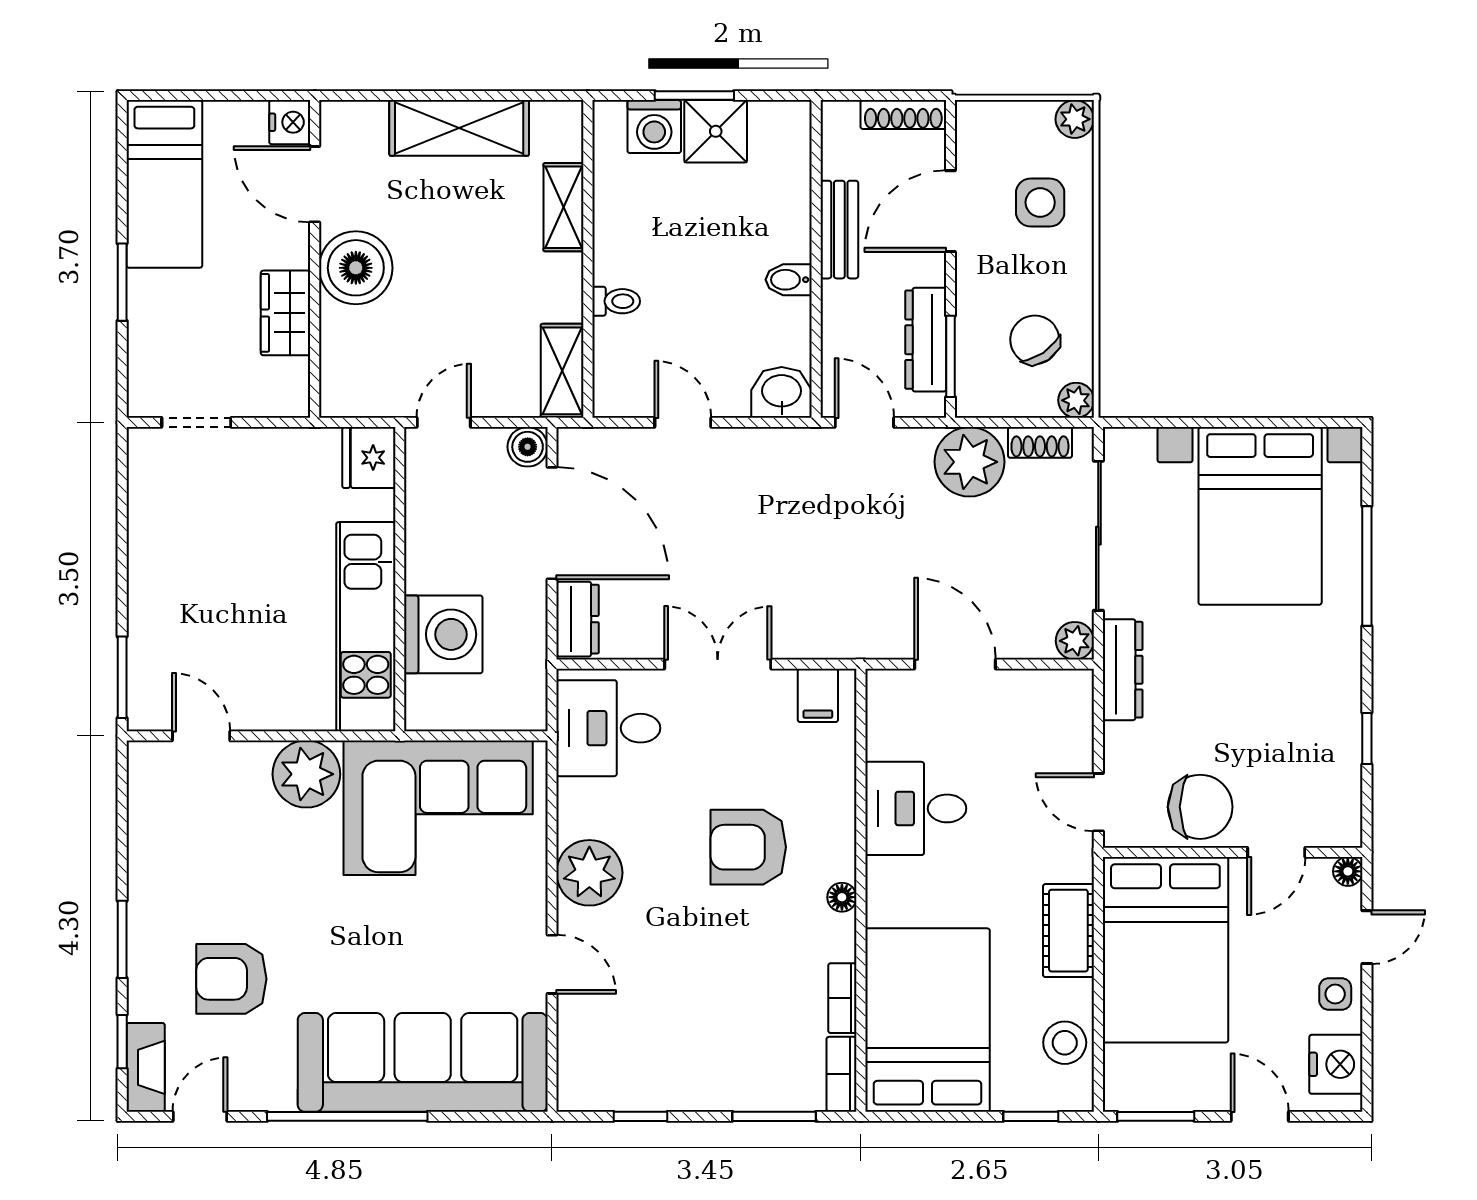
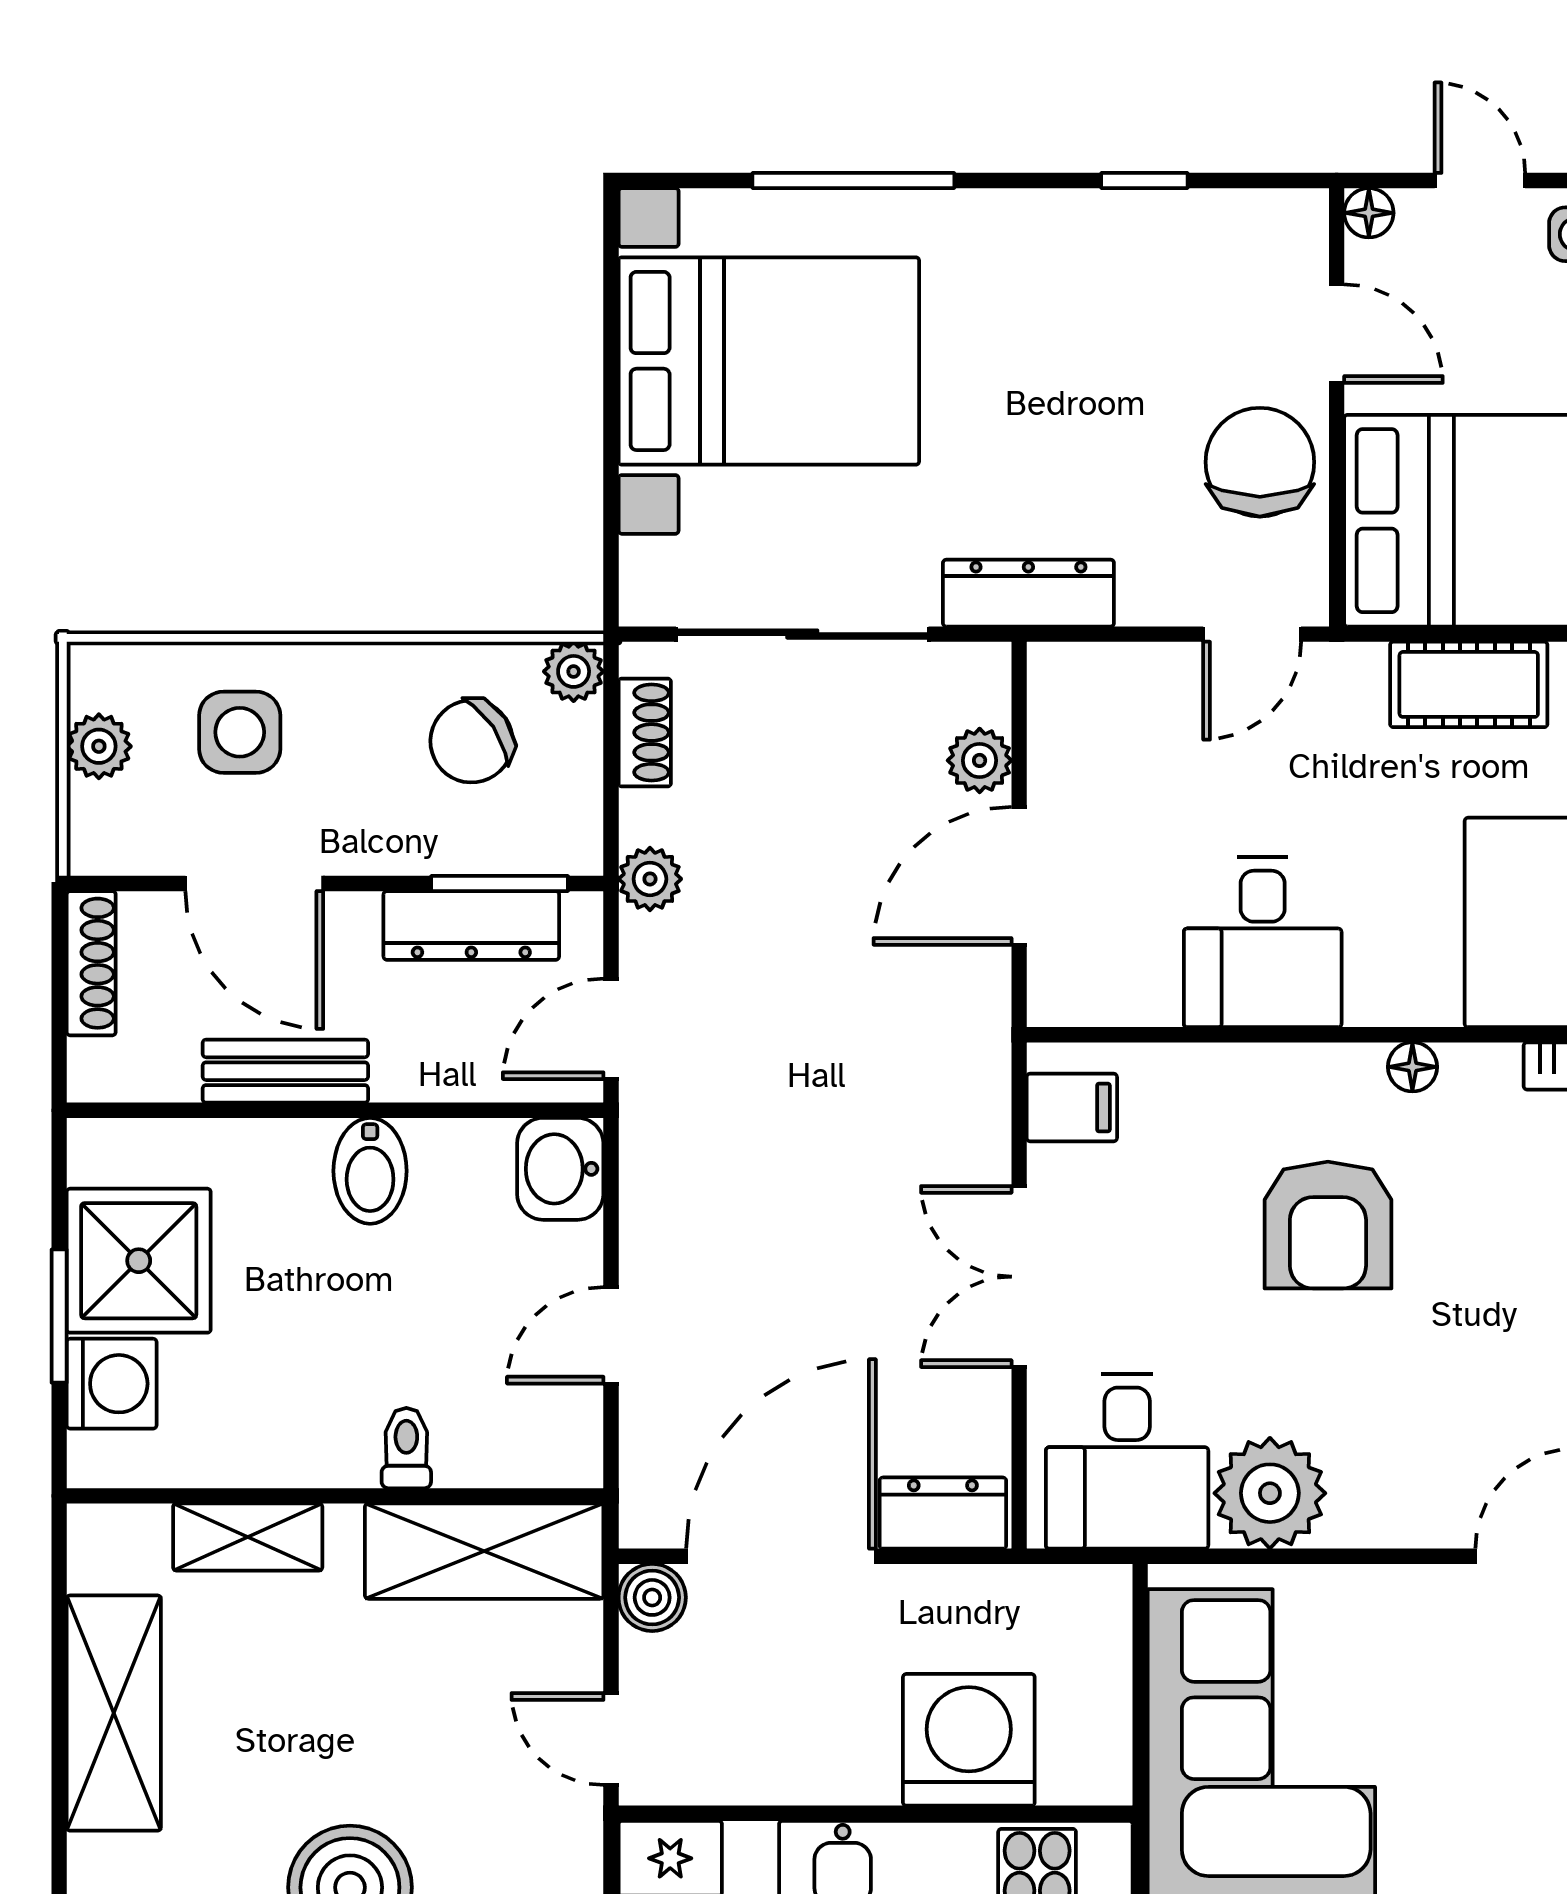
plant: (1075, 119) -> (99, 746), moved
shower: (716, 131) -> (139, 1261), width x1.36, depth x1.36
bidet: (789, 280) -> (370, 1171), width x1.38, depth x1.36
shelving: (562, 371) -> (484, 1551), width x1.50, depth x1.33
plant: (970, 462) -> (650, 879), width x0.53, depth x0.53
plant: (1075, 641) -> (980, 760), moved
plant: (589, 873) -> (1270, 1493), moved

